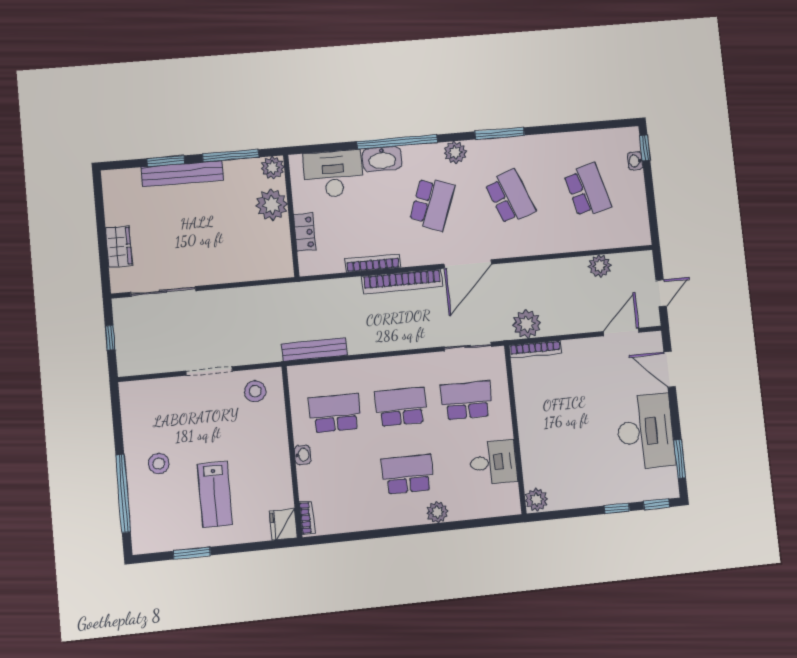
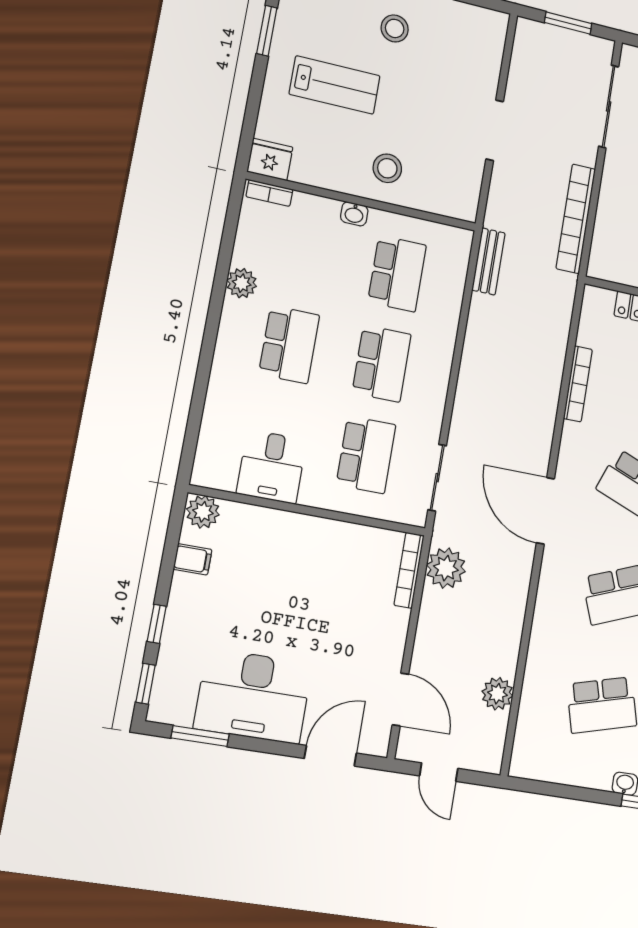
bookcase: (402, 281) -> (576, 219), moved
window: (110, 338) -> (568, 23), width x1.50
bench: (314, 350) -> (488, 261), width x0.73
stool: (255, 391) -> (387, 168), moved
lab bench: (215, 495) -> (335, 85), turned 180
filing cabinet: (569, 497) -> (193, 559), added
plant: (437, 512) -> (242, 283), moved

